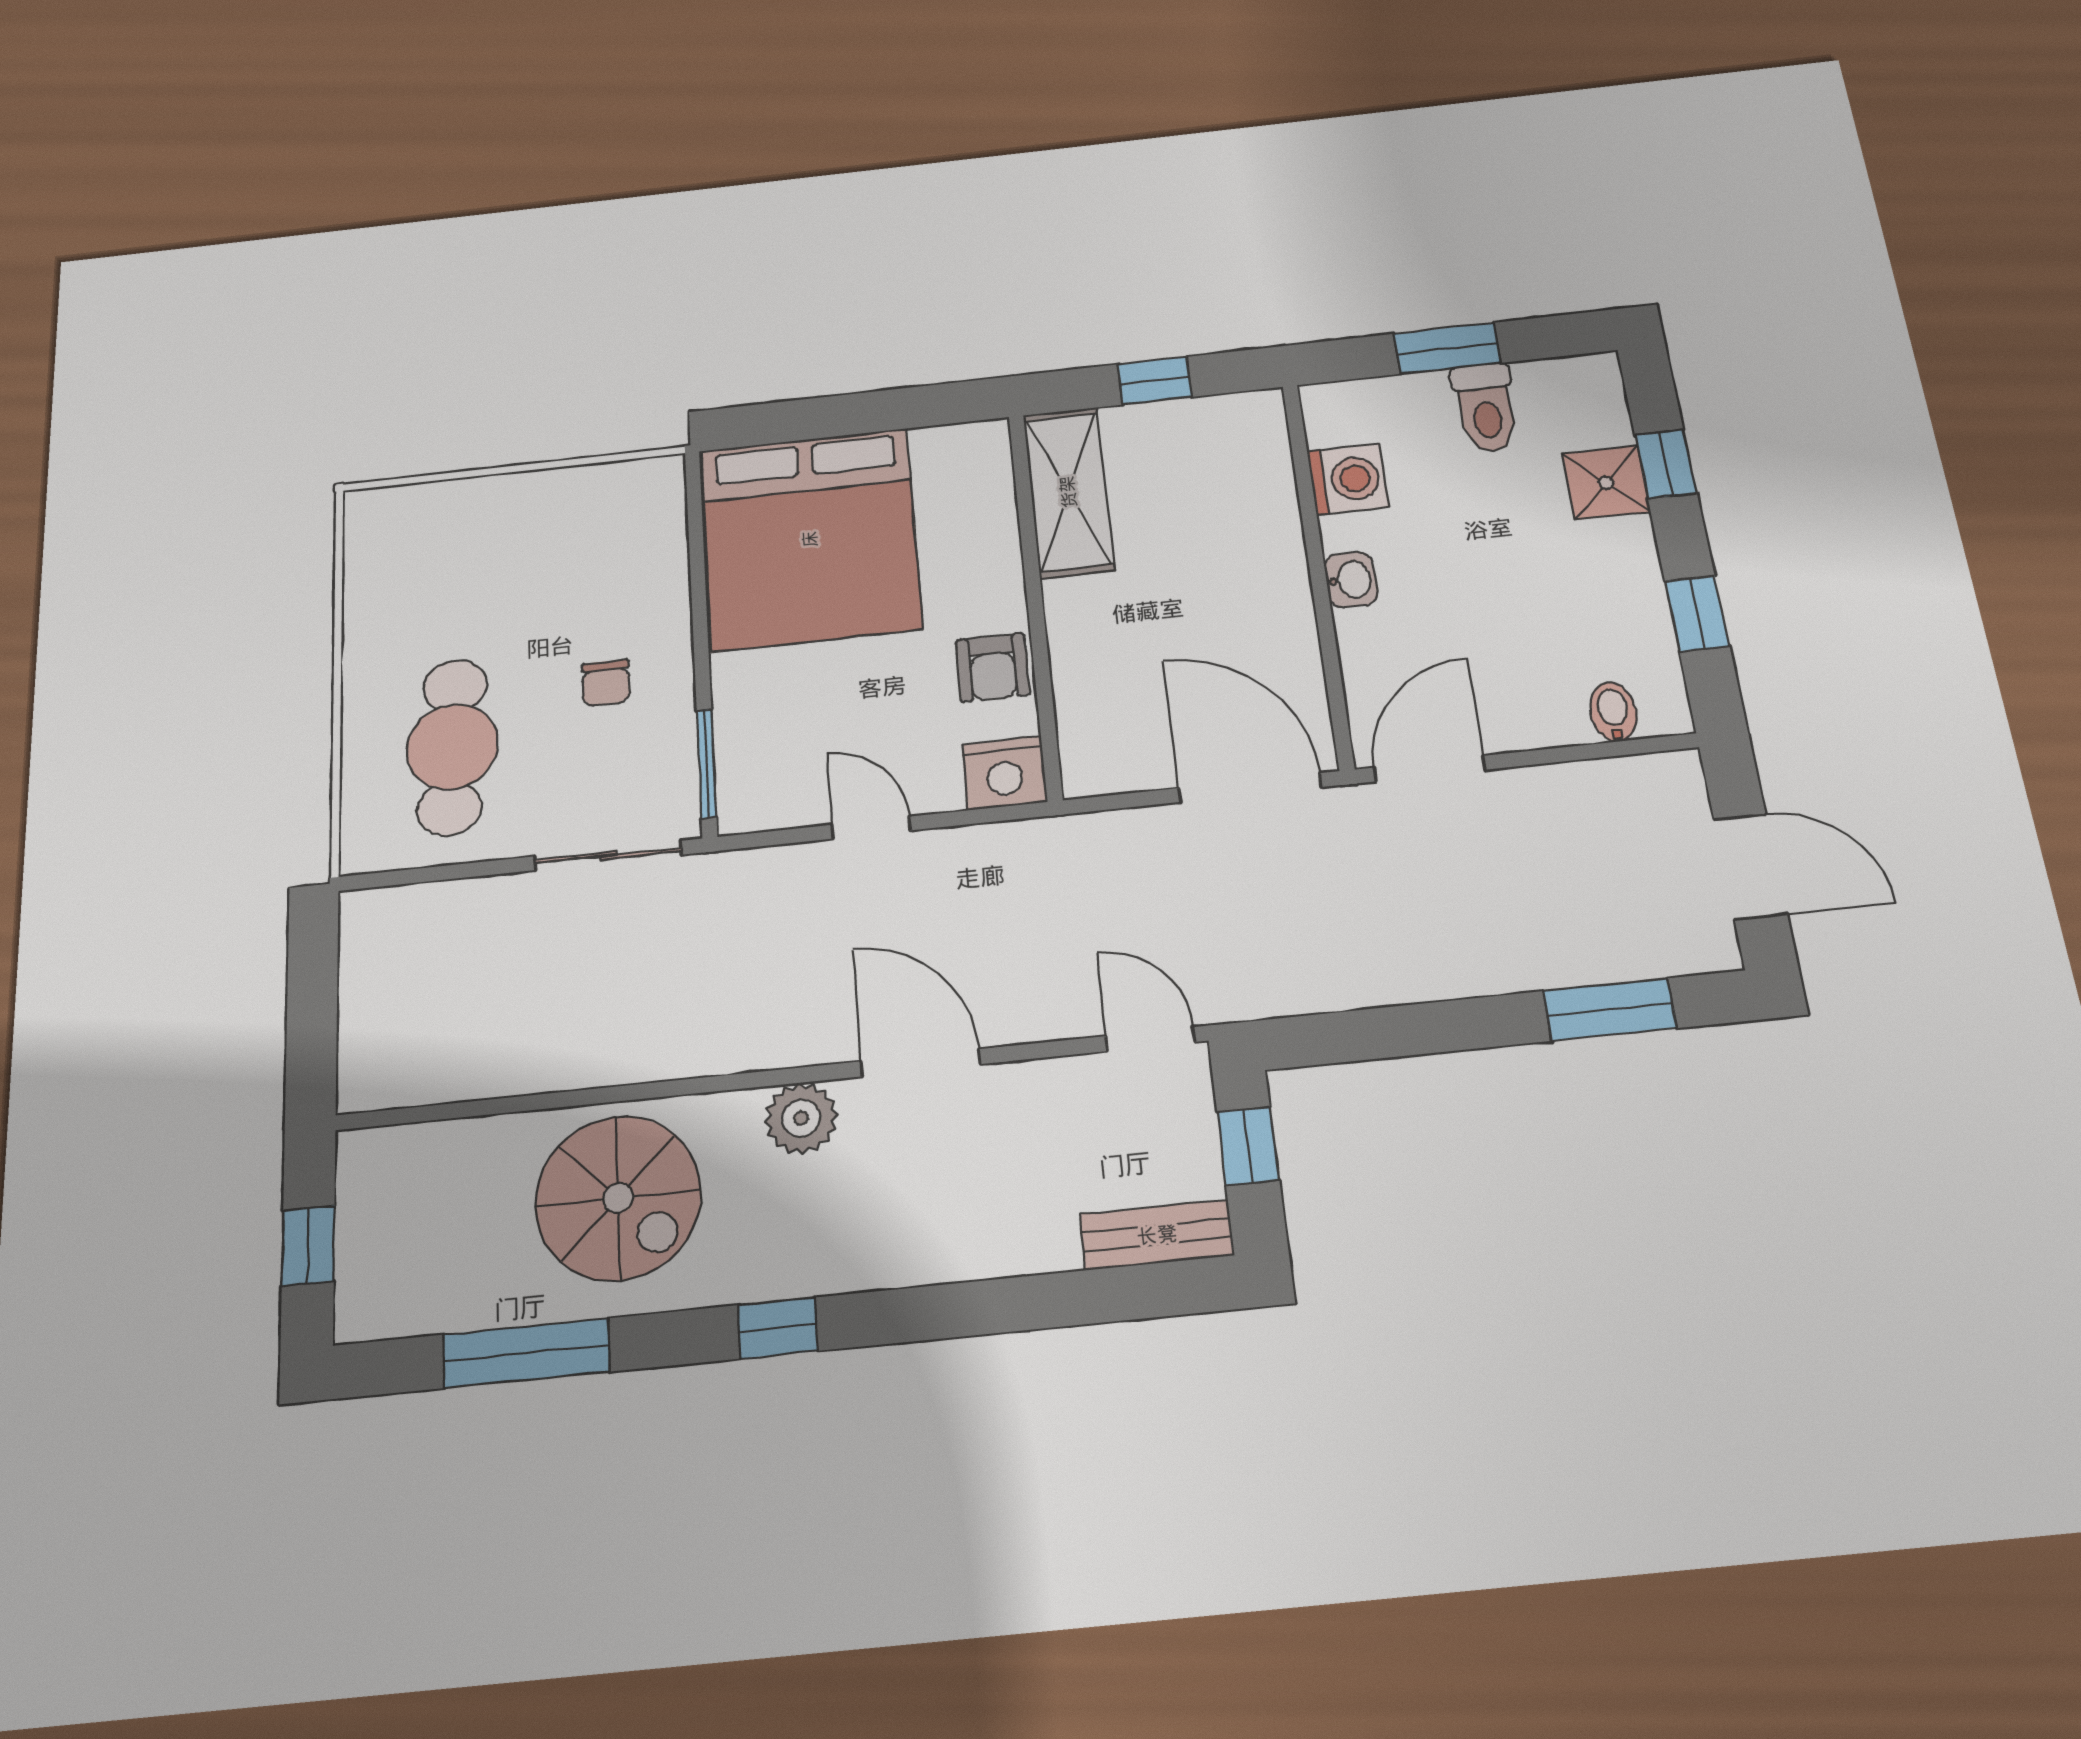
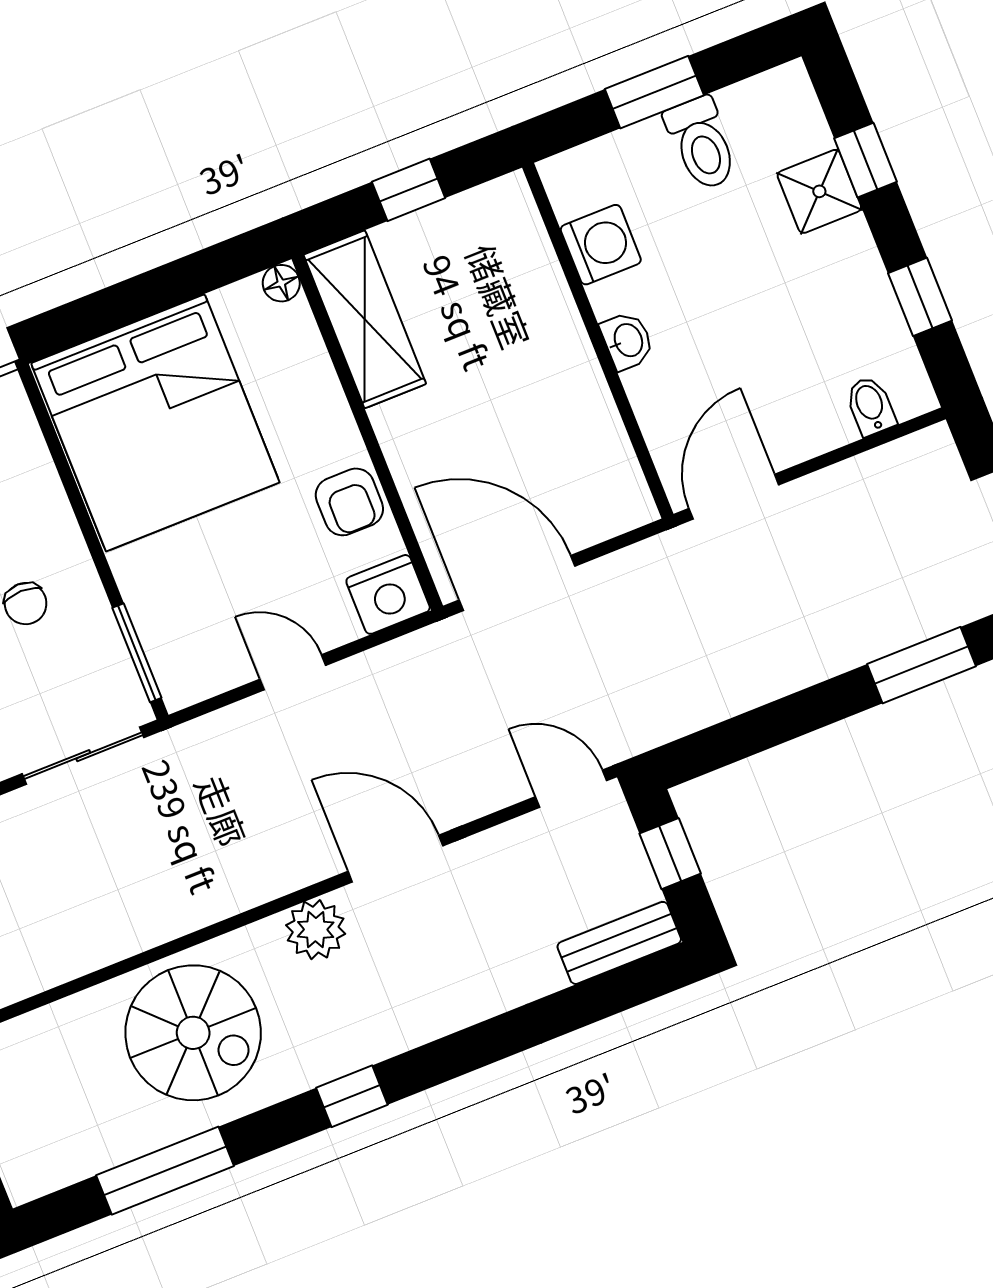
floor lamp: (991, 437) -> (281, 283), added
door: (1250, 788) -> (517, 583), moved

